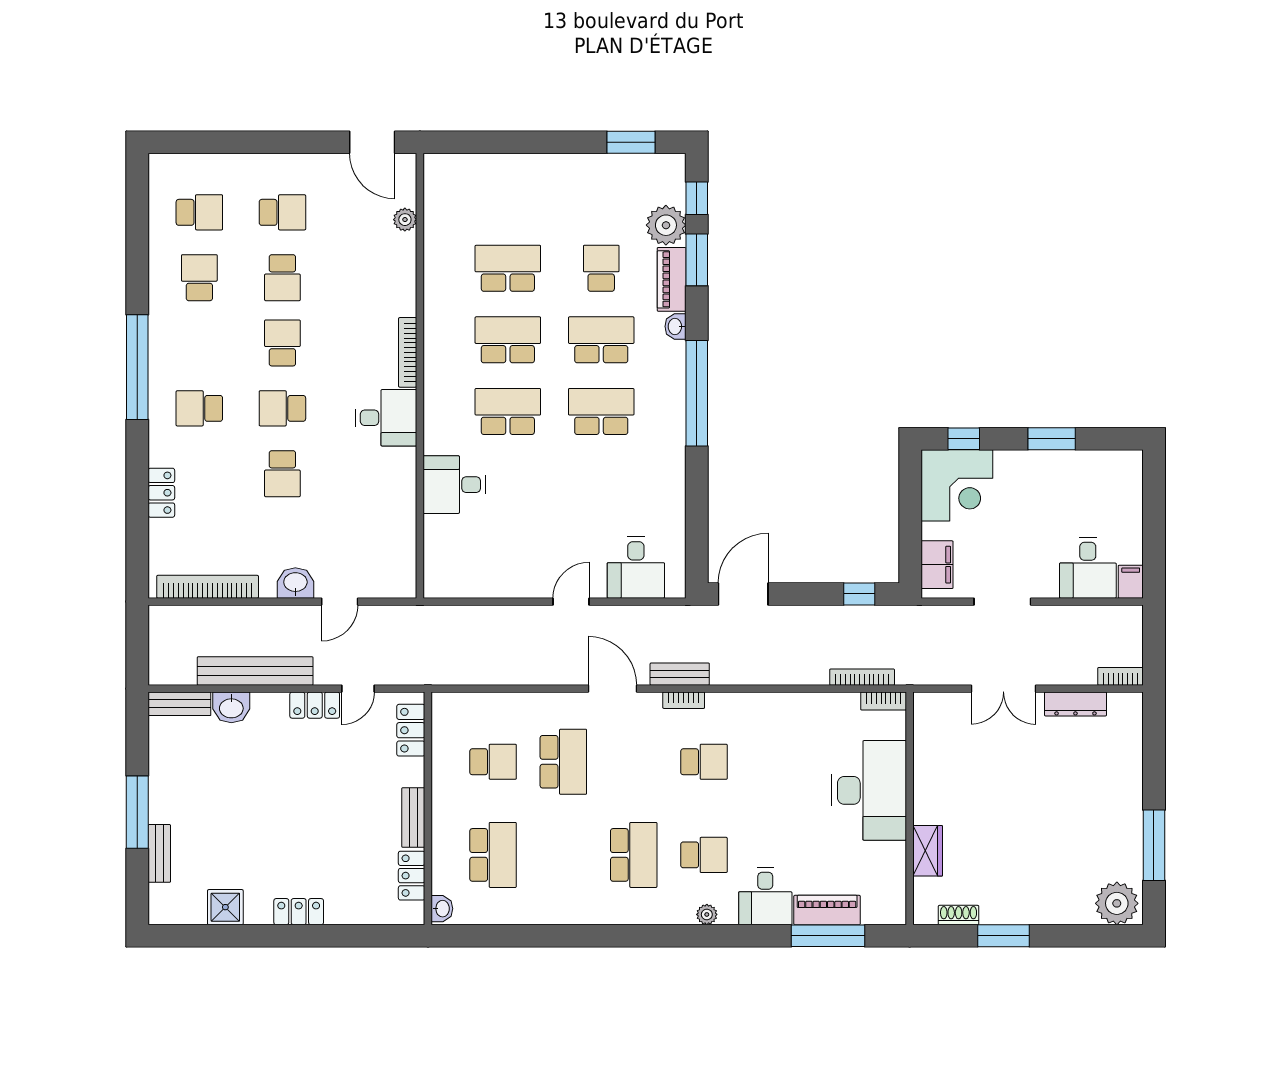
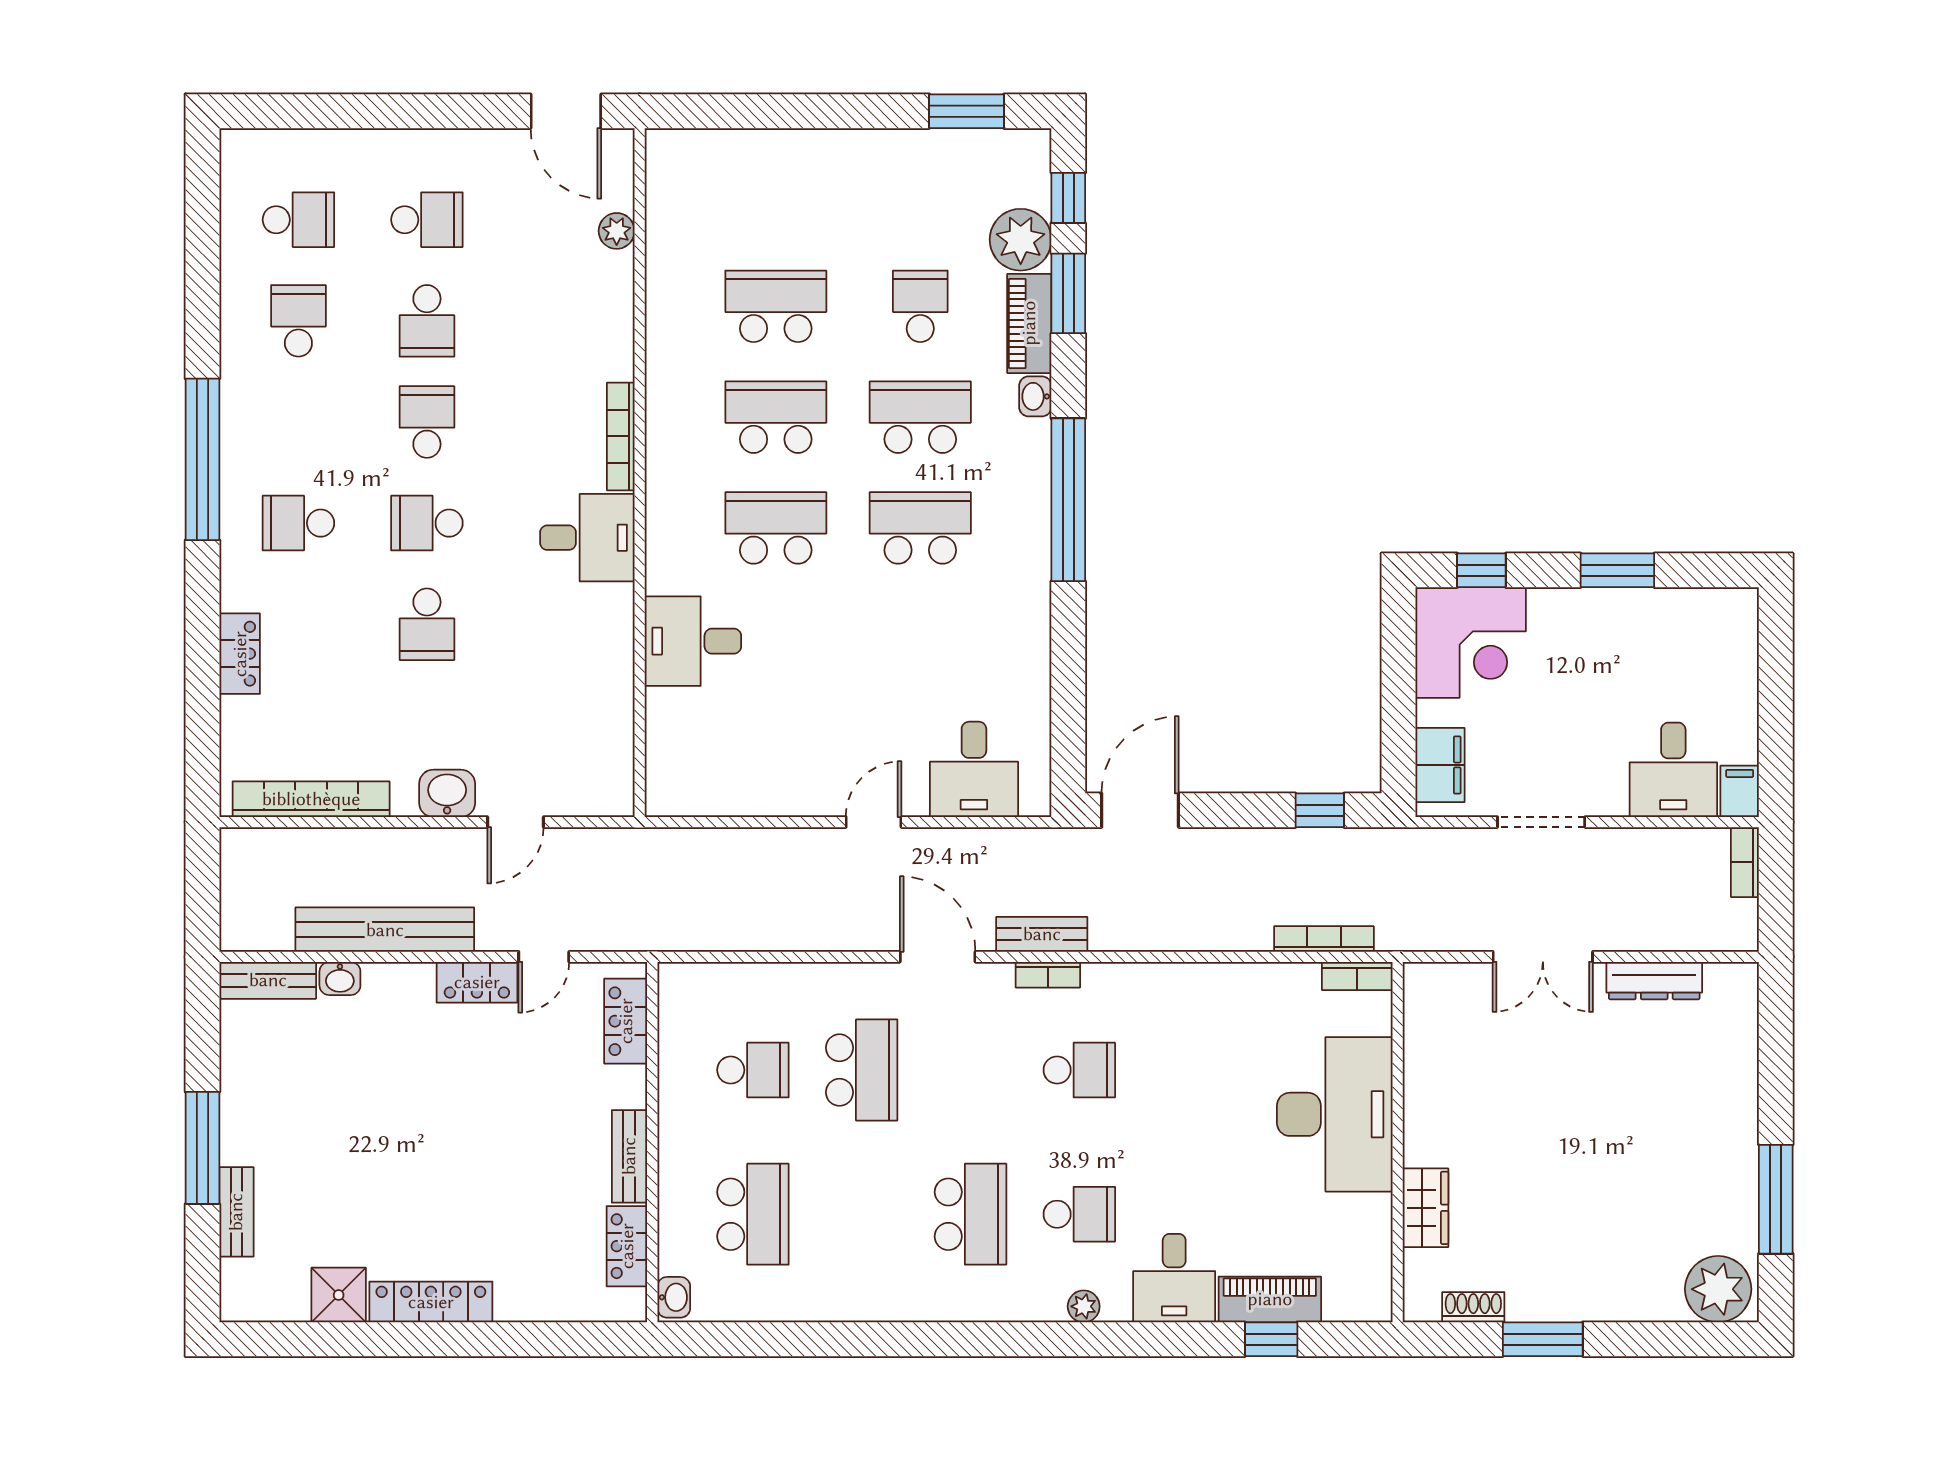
bookcase: (1121, 676) -> (1745, 862), moved, turned -90
washbasin: (231, 707) -> (340, 978), width x0.72, depth x0.69
locker: (299, 912) -> (431, 1302), width x1.53
window: (828, 936) -> (1271, 1339), width x0.46

